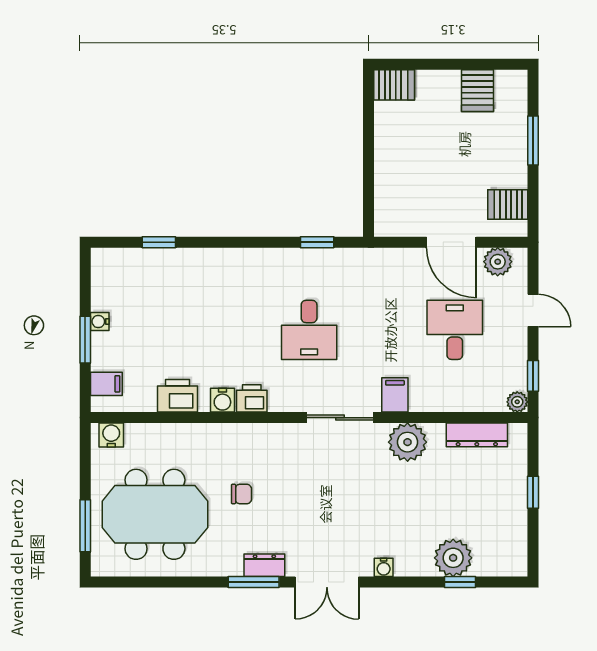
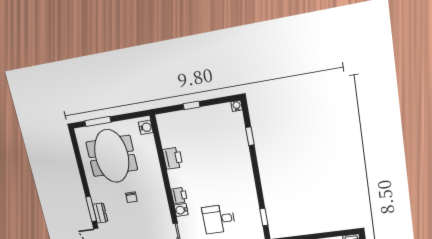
water cooler: (100, 322) -> (237, 106), moved
window: (85, 340) -> (192, 105), width x0.67
filing cabinet: (106, 384) -> (171, 120), removed
water cooler: (222, 400) -> (181, 210), moved

